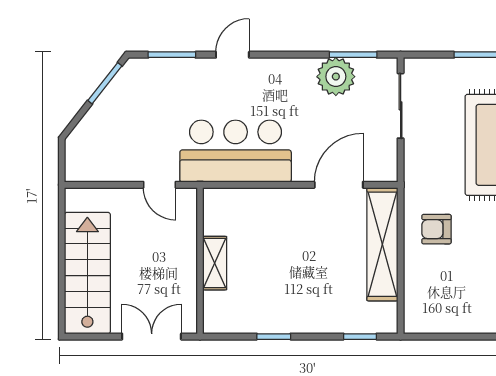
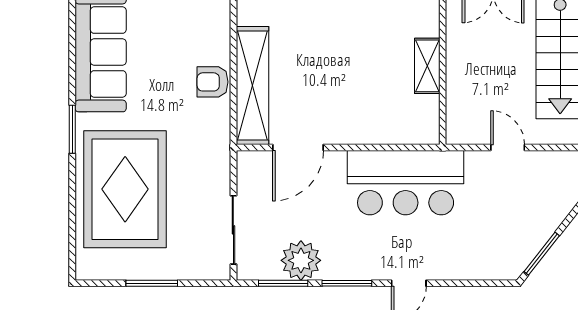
window: (172, 55) -> (347, 283), moved
door: (160, 185) -> (508, 148), moved
armchair: (436, 229) -> (213, 82), moved, turned 180

